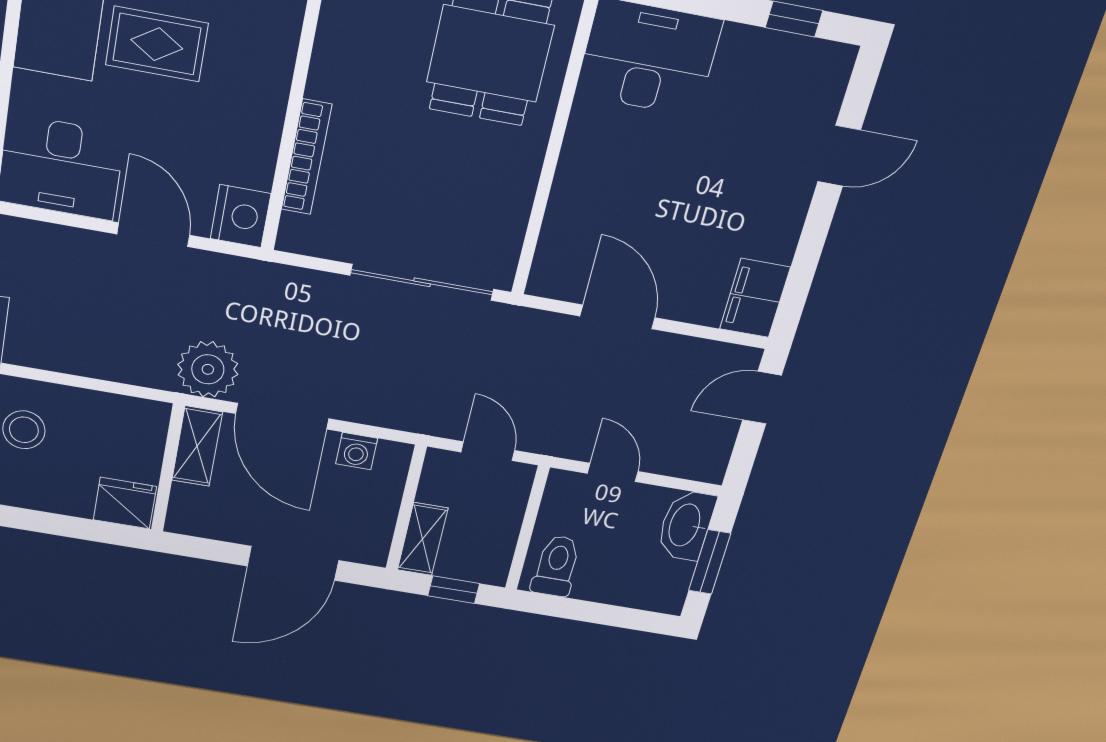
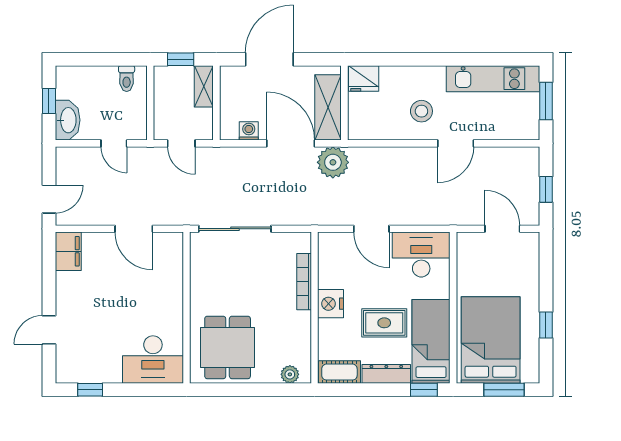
nightstand: (241, 216) -> (330, 304), moved
shelving: (197, 446) -> (328, 107), width x1.50, depth x1.33
window: (710, 562) -> (49, 101), width x0.67
toilet: (556, 566) -> (127, 79), width x0.73, depth x0.72

